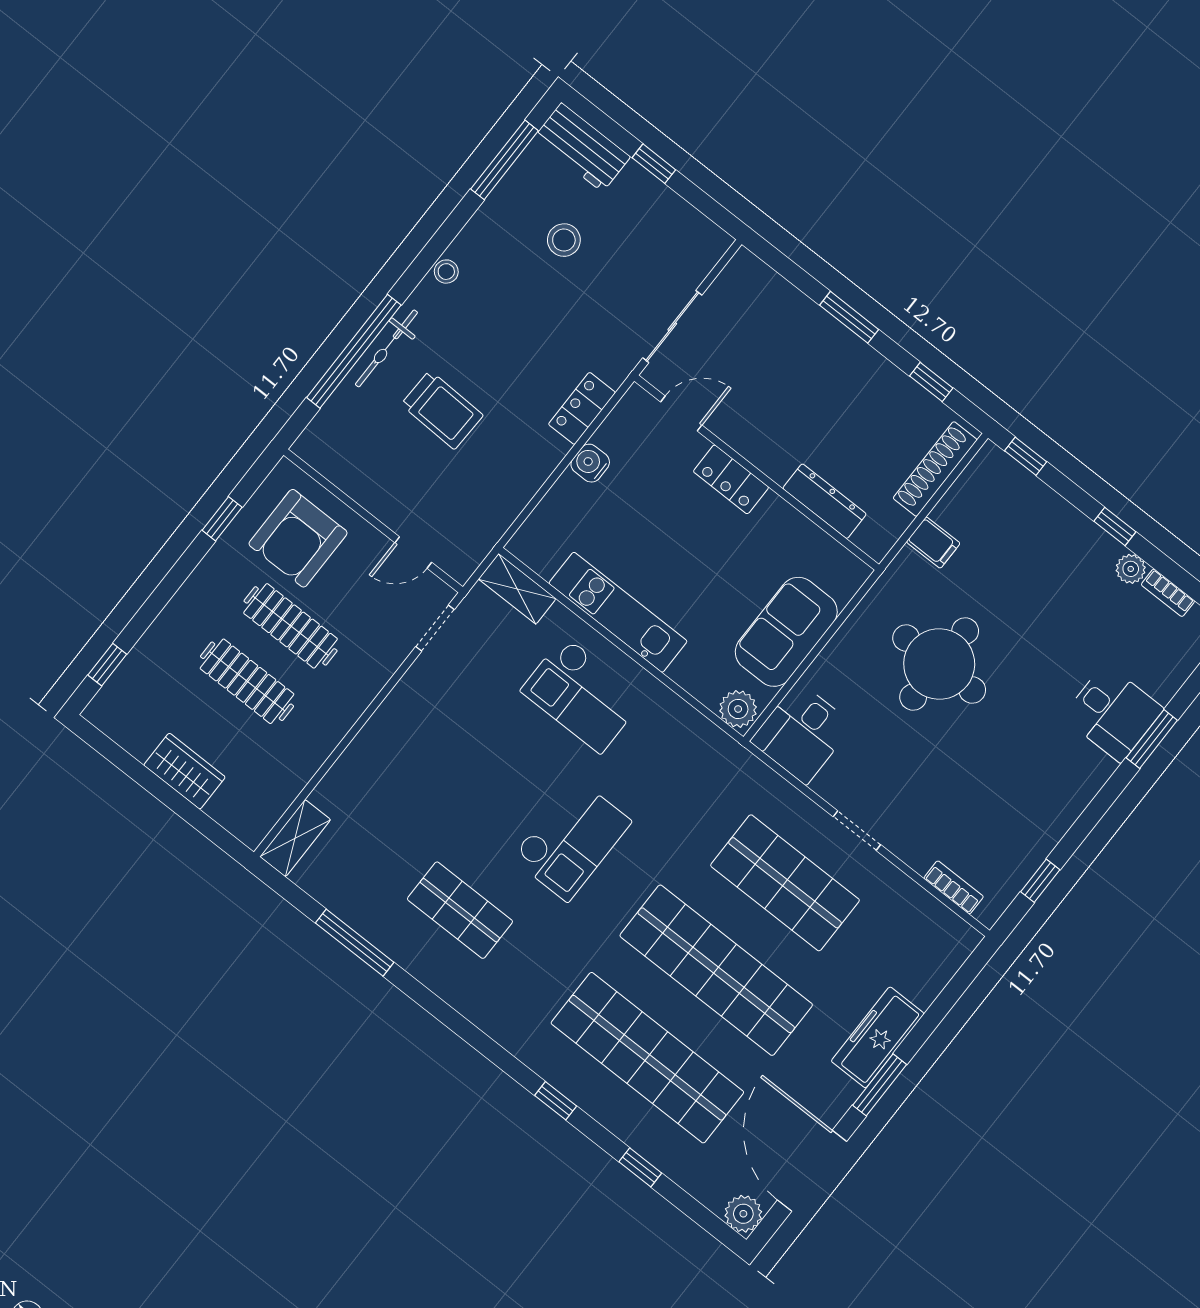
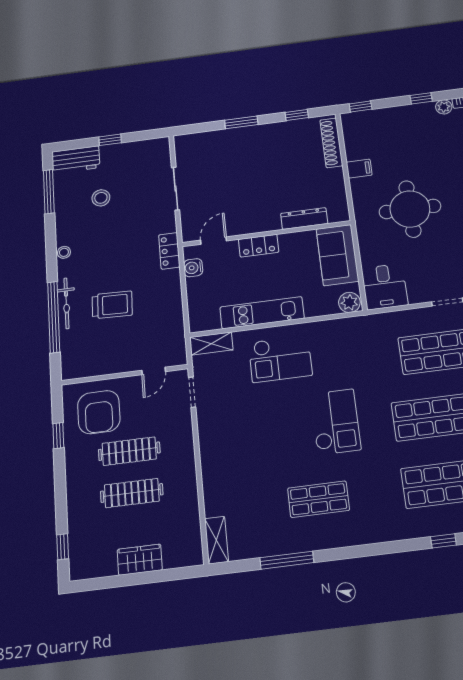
door: (681, 413) -> (214, 241), moved
wall: (757, 473) -> (266, 234), moved
locker: (731, 479) -> (259, 246), moved
dresser: (825, 501) -> (304, 218), moved

